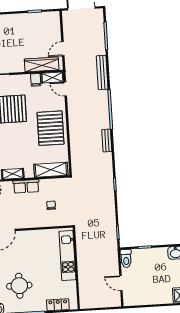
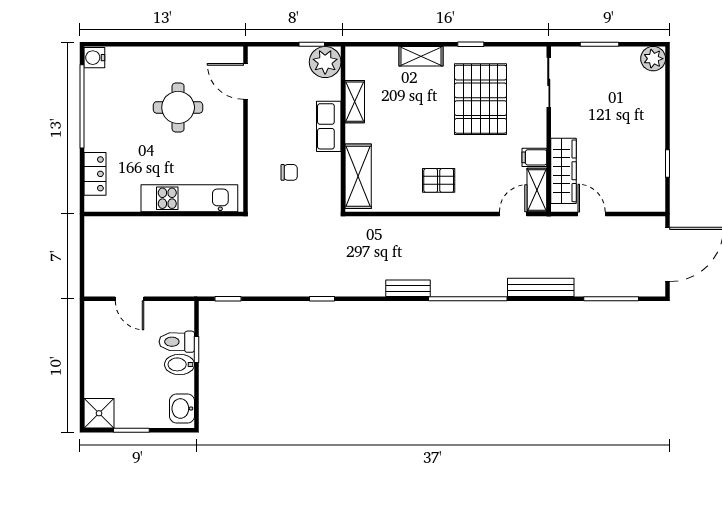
pallet: (51, 128) -> (439, 180), width x0.49, depth x0.50
bidet: (153, 255) -> (180, 364), added
toilet: (126, 258) -> (177, 342), moved
door: (121, 283) -> (130, 299), swing flipped
round table: (19, 286) -> (178, 107), moved

